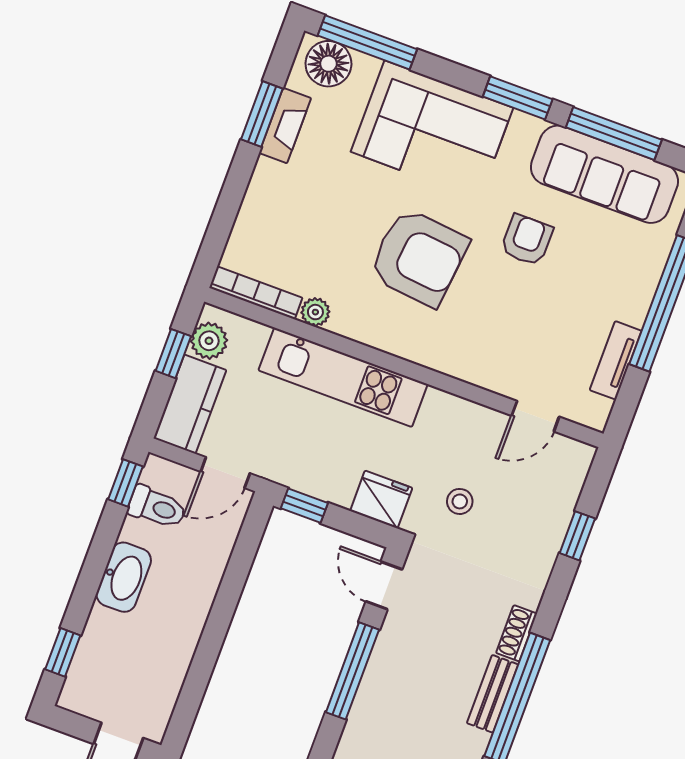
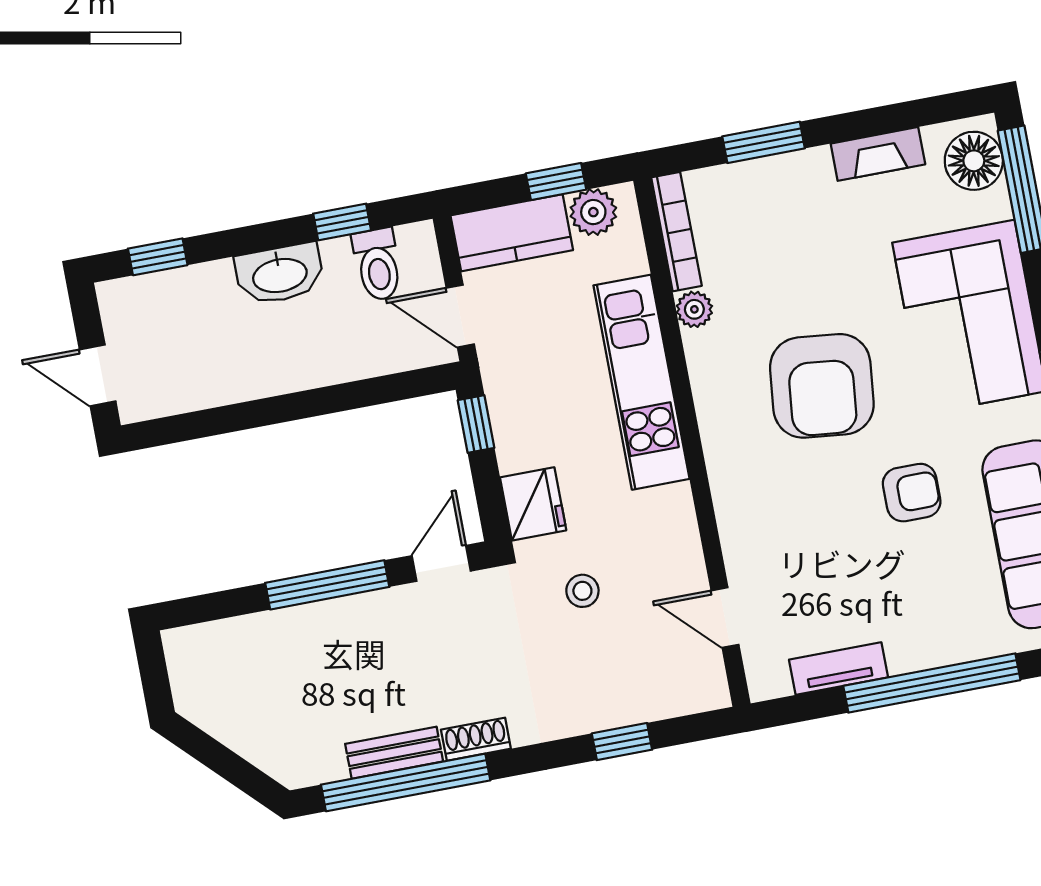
window: (262, 114) -> (764, 142), moved
window: (125, 483) -> (342, 222), moved

